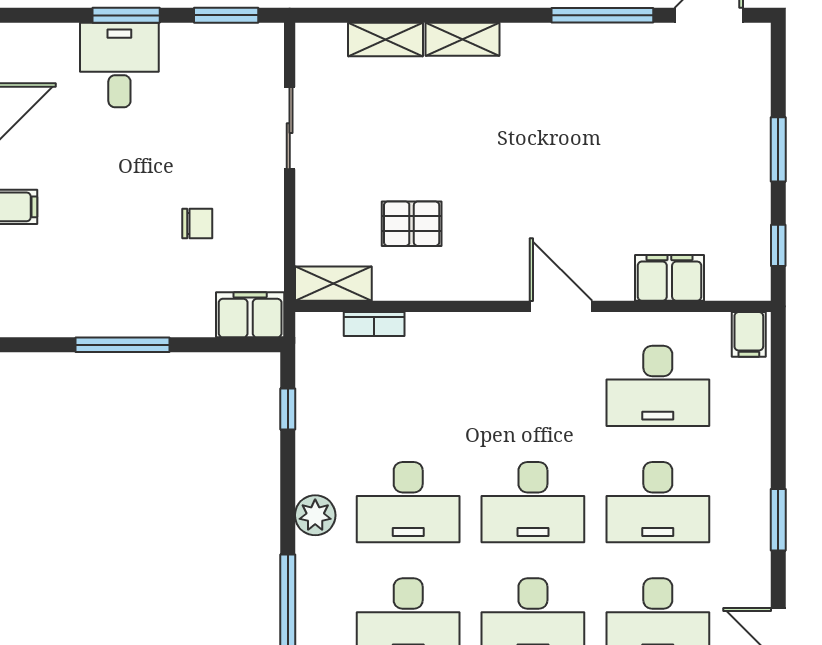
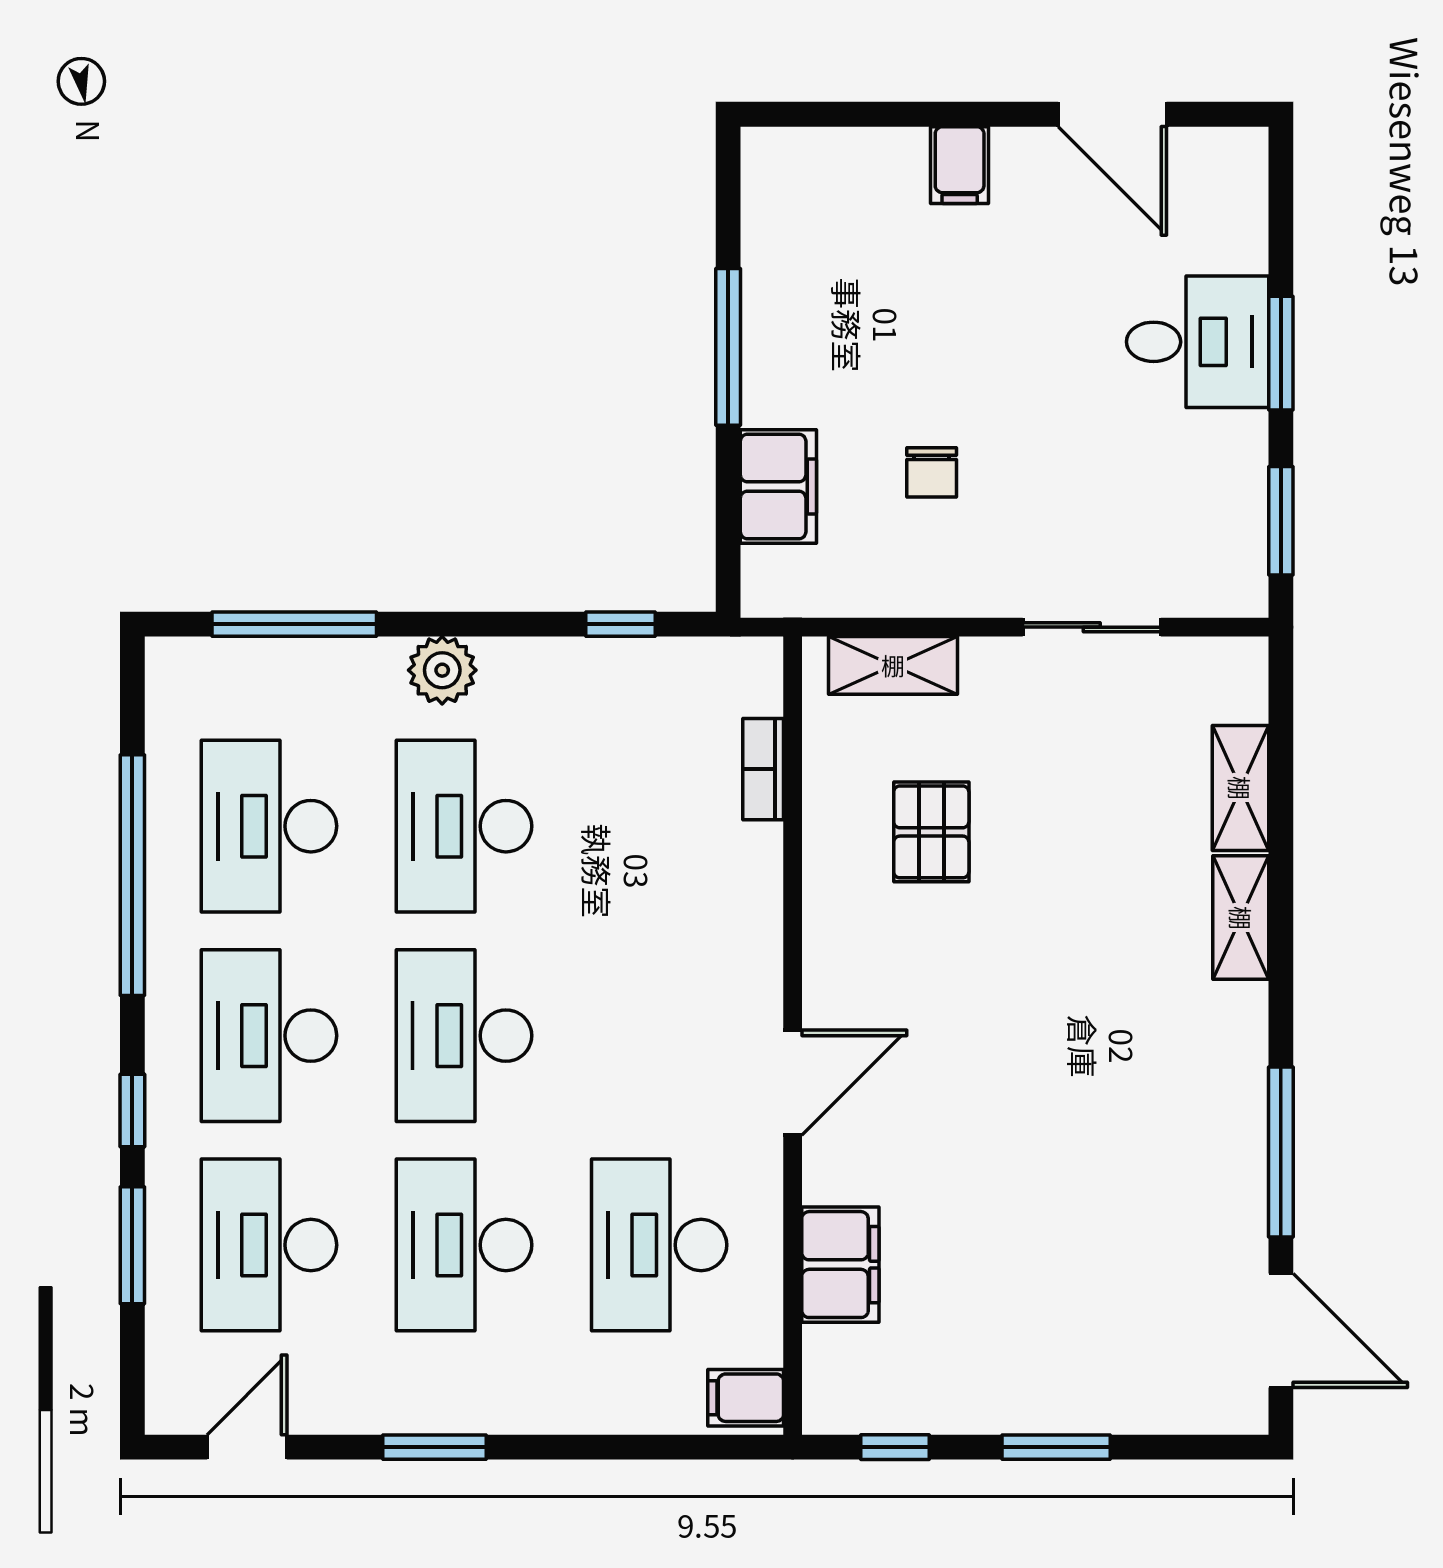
shelving: (333, 284) -> (893, 665), moved, turned 90
filing cabinet: (250, 315) -> (778, 486), moved

